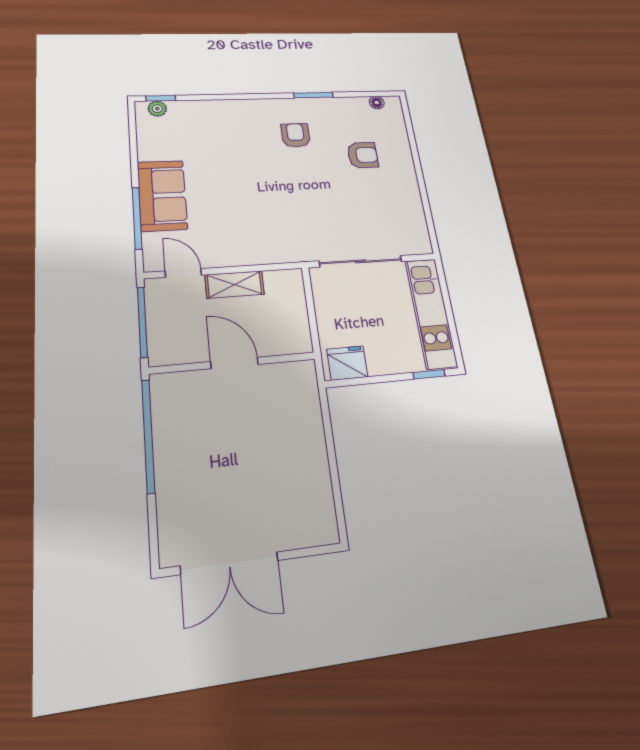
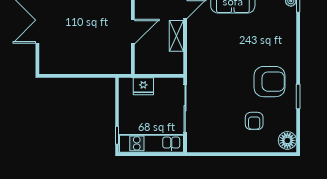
floor lamp: (377, 103) -> (287, 140), width x1.89, depth x1.89
armchair: (296, 135) -> (270, 82), width x1.88, depth x1.88
fridge: (347, 363) -> (143, 86), moved, turned 90

